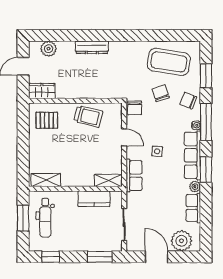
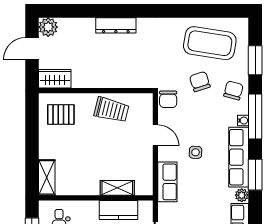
plant: (49, 49) -> (48, 27), moved
chair: (188, 101) -> (233, 90), turned 83
shelving: (46, 180) -> (47, 177), moved, turned 90
shelving: (108, 180) -> (117, 188), moved

